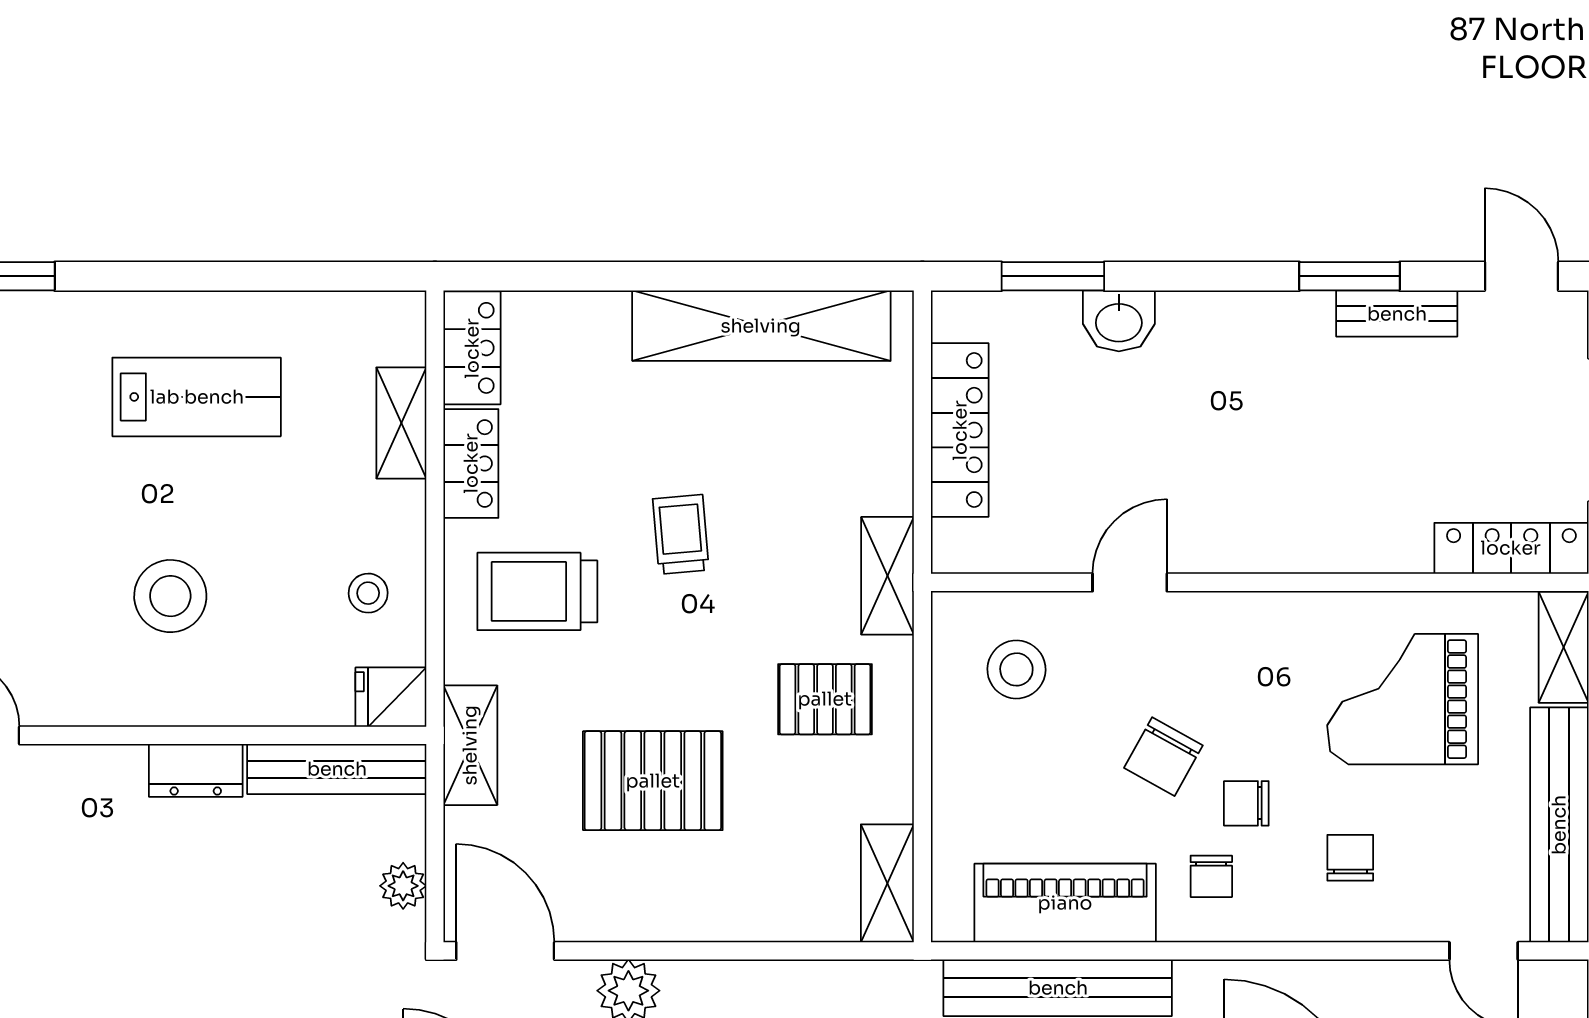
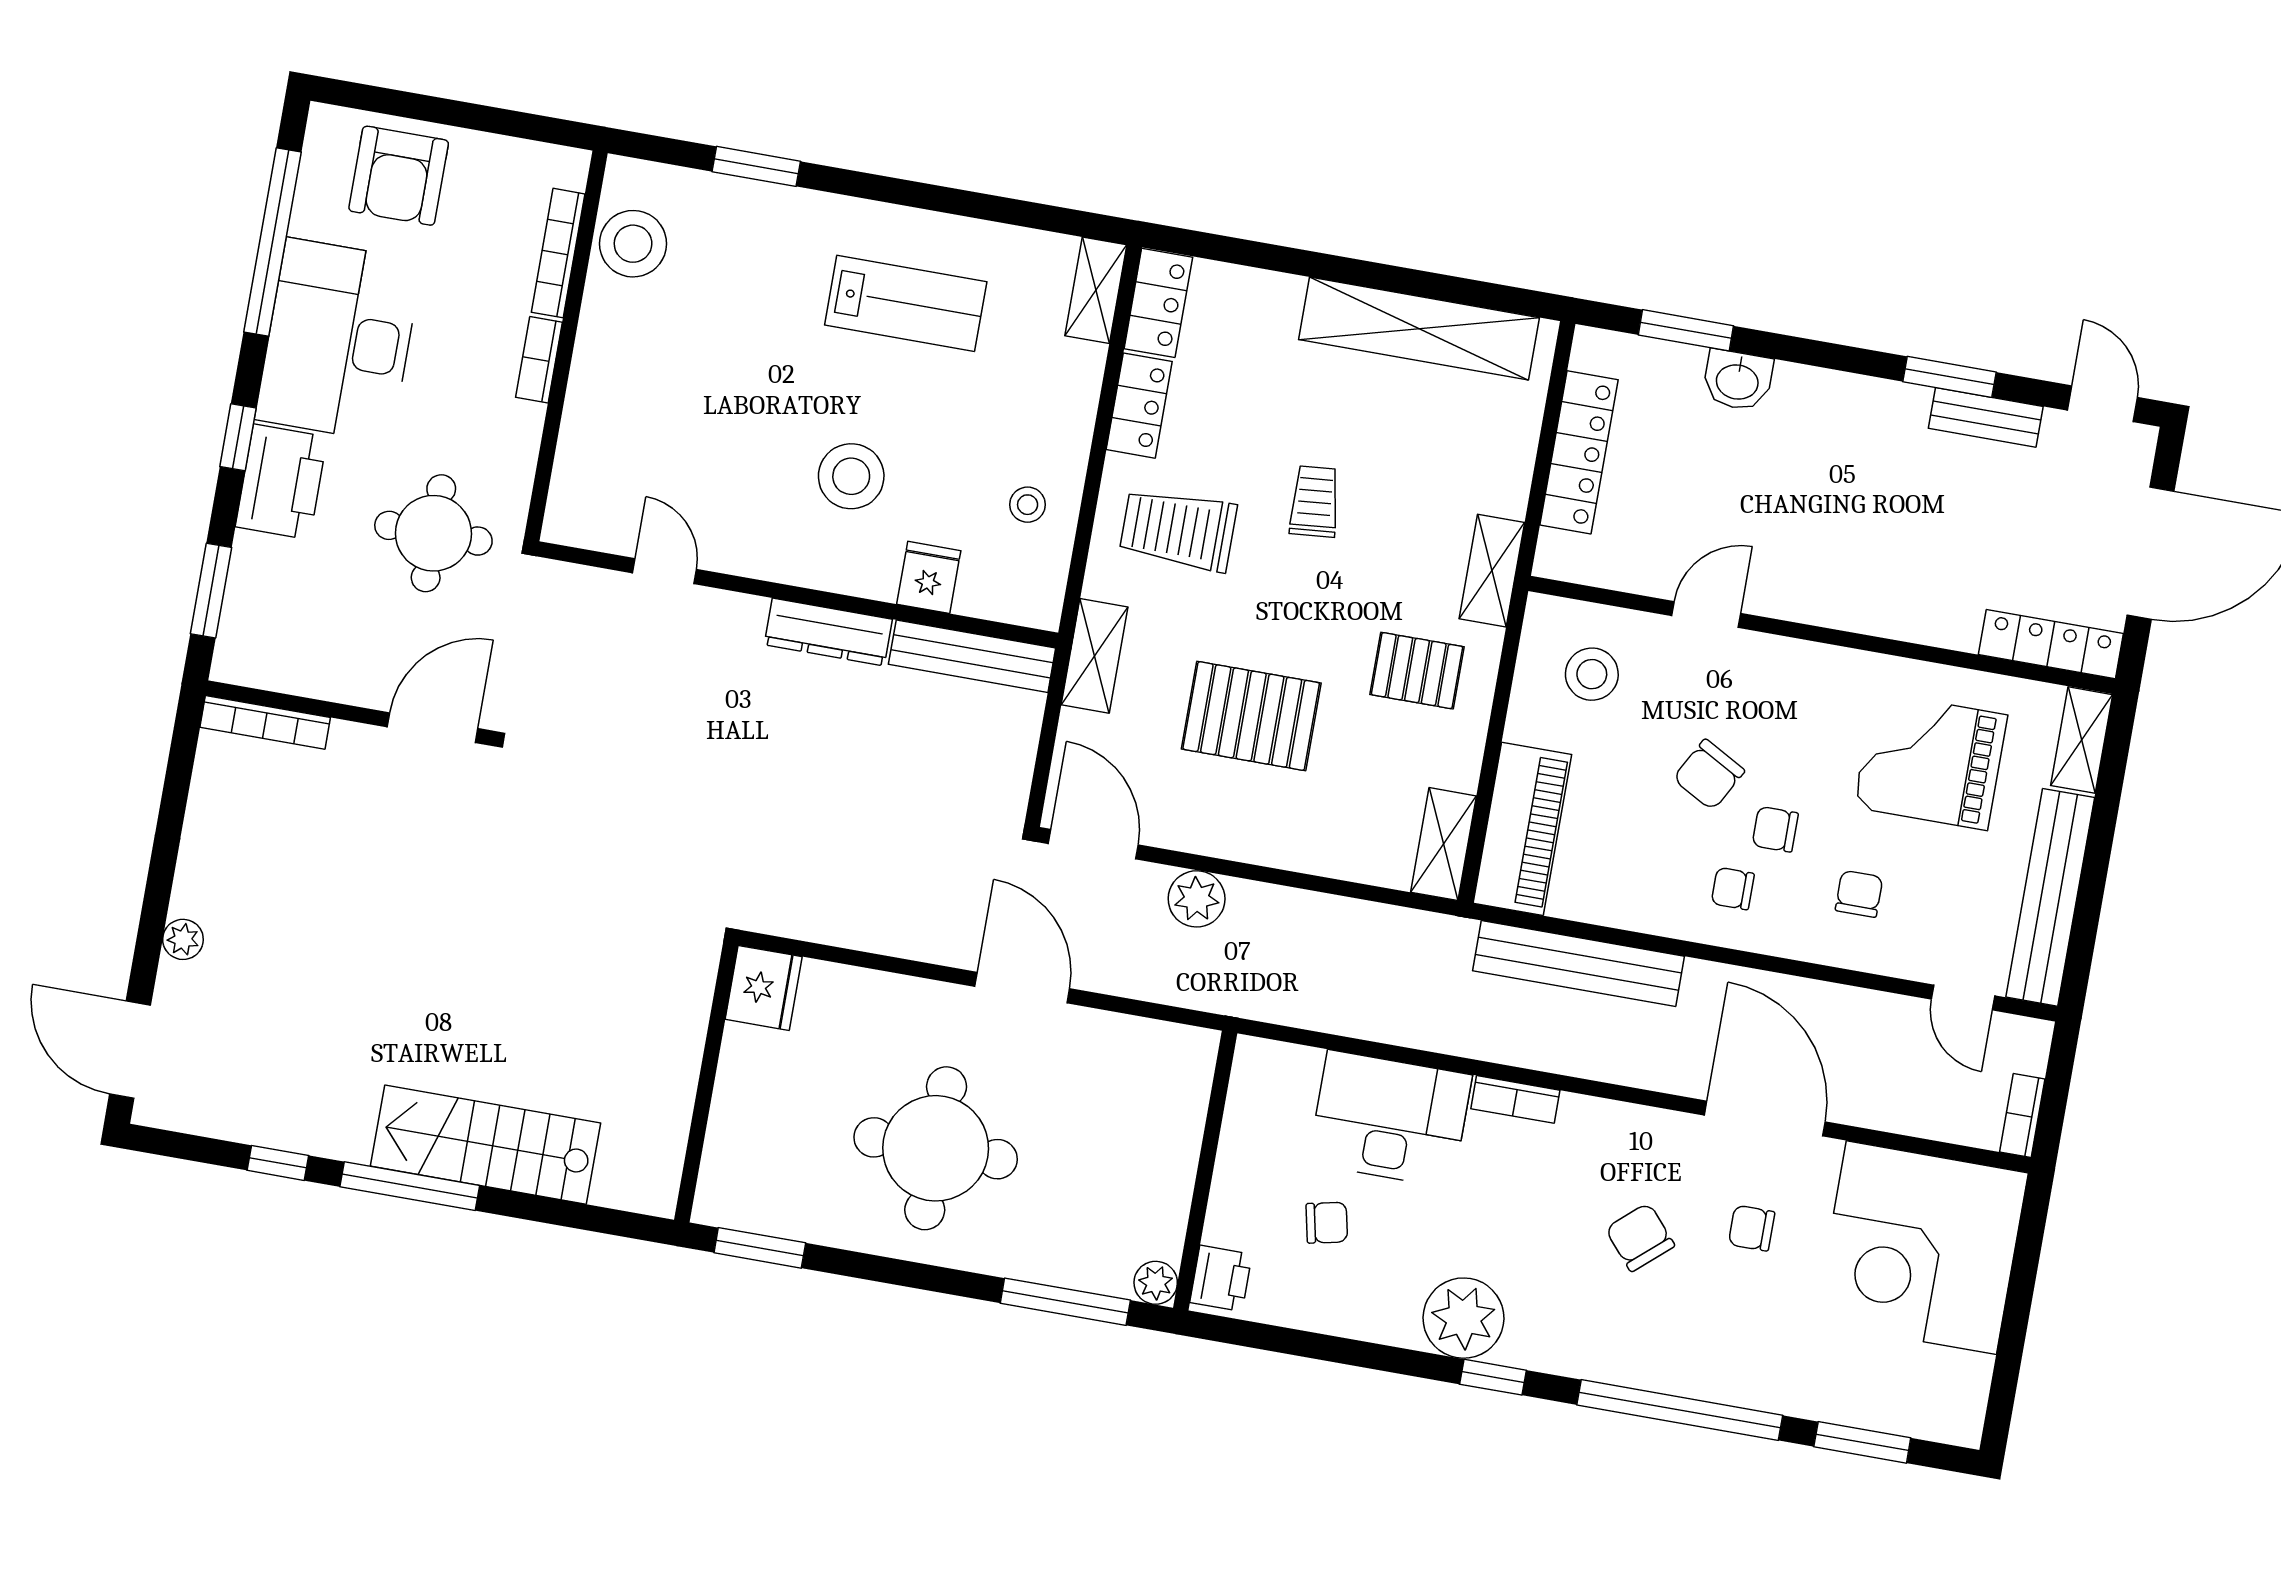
shelving: (401, 423) -> (1096, 290), moved
fridge: (391, 697) -> (929, 577), moved, turned 90
dresser: (196, 770) -> (828, 632), width x1.44
chair: (1211, 876) -> (1733, 889), turned 90
plant: (403, 886) -> (1013, 770), removed
piano: (1065, 903) -> (1522, 829), moved, turned 90

